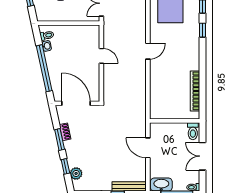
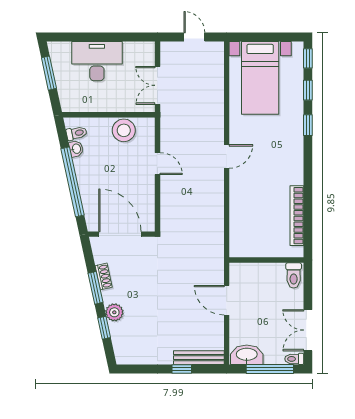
stool: (79, 34) -> (124, 130), added
double door: (202, 156) -> (308, 330), moved
plant: (76, 173) -> (114, 312), moved

